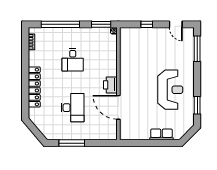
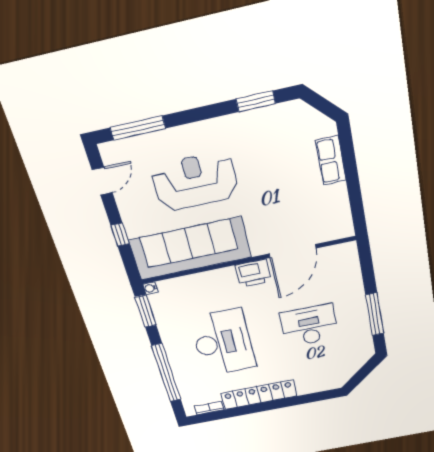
sofa: (131, 57) -> (190, 249), added
desk: (73, 60) -> (223, 343), width x1.87, depth x1.30
locker: (34, 87) -> (259, 395), moved
reception desk: (170, 90) -> (195, 182), moved

